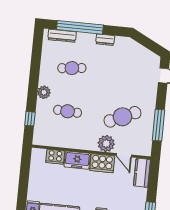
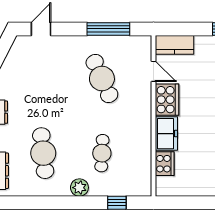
cafe table: (72, 68) -> (43, 153), width x1.37, depth x1.35
plant: (106, 144) -> (140, 97), removed
door: (124, 155) -> (153, 71), hinge flipped

